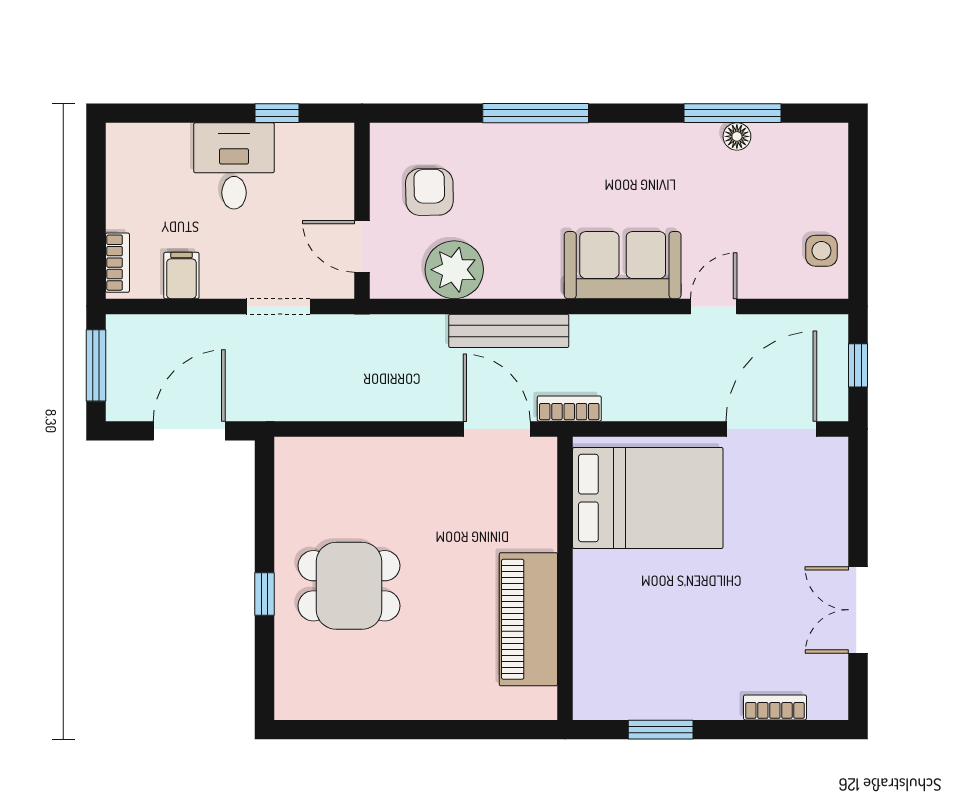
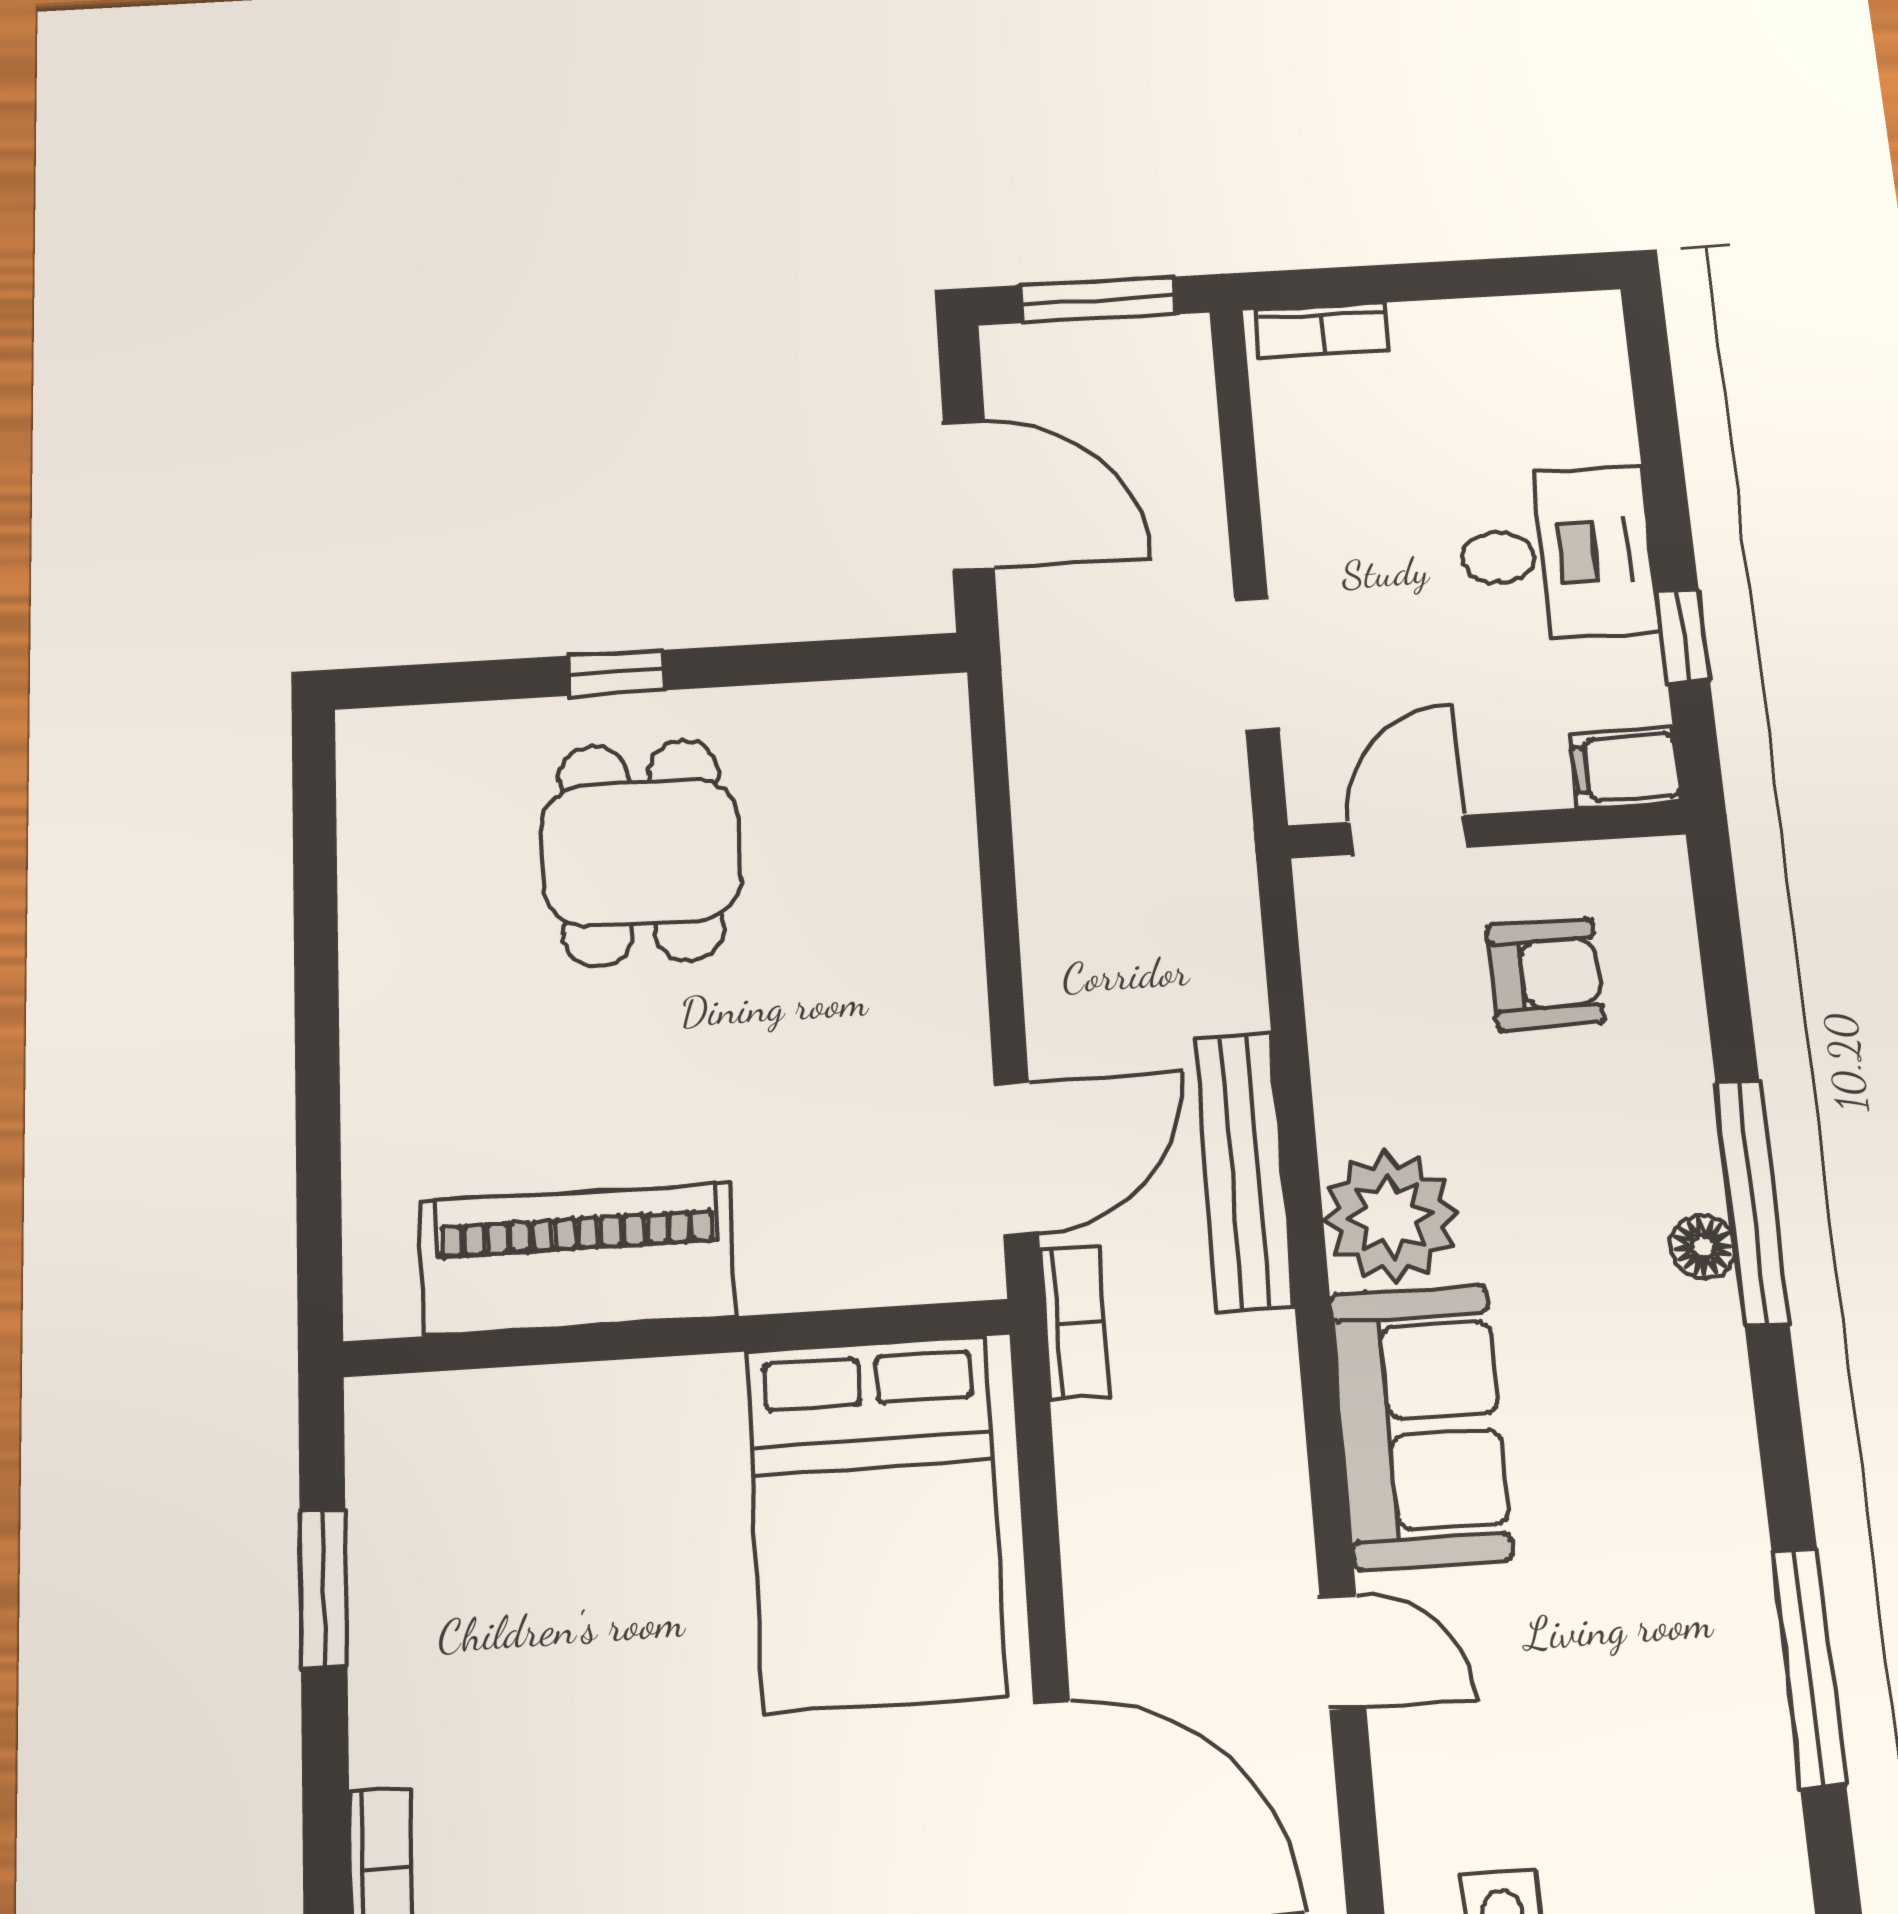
floor lamp: (737, 136) -> (1703, 1247), moved
plant: (454, 270) -> (1390, 1217), moved
filing cabinet: (181, 275) -> (1626, 767), moved, turned 180

